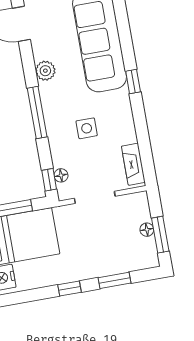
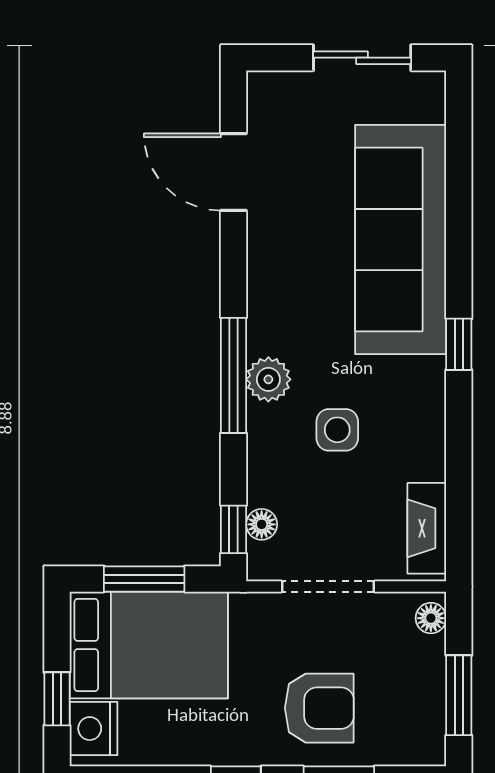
plant: (45, 71) -> (268, 379), moved
floor lamp: (147, 230) -> (431, 618), moved
armchair: (100, 251) -> (319, 708), added

